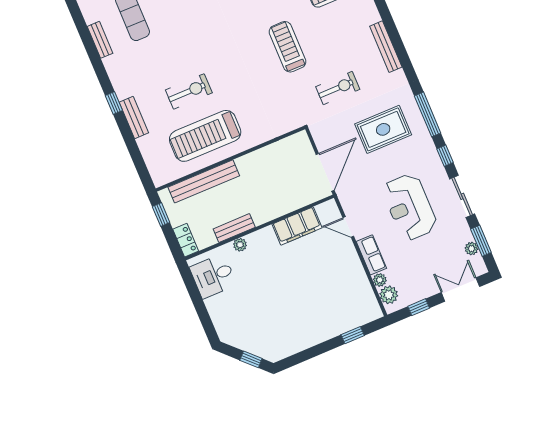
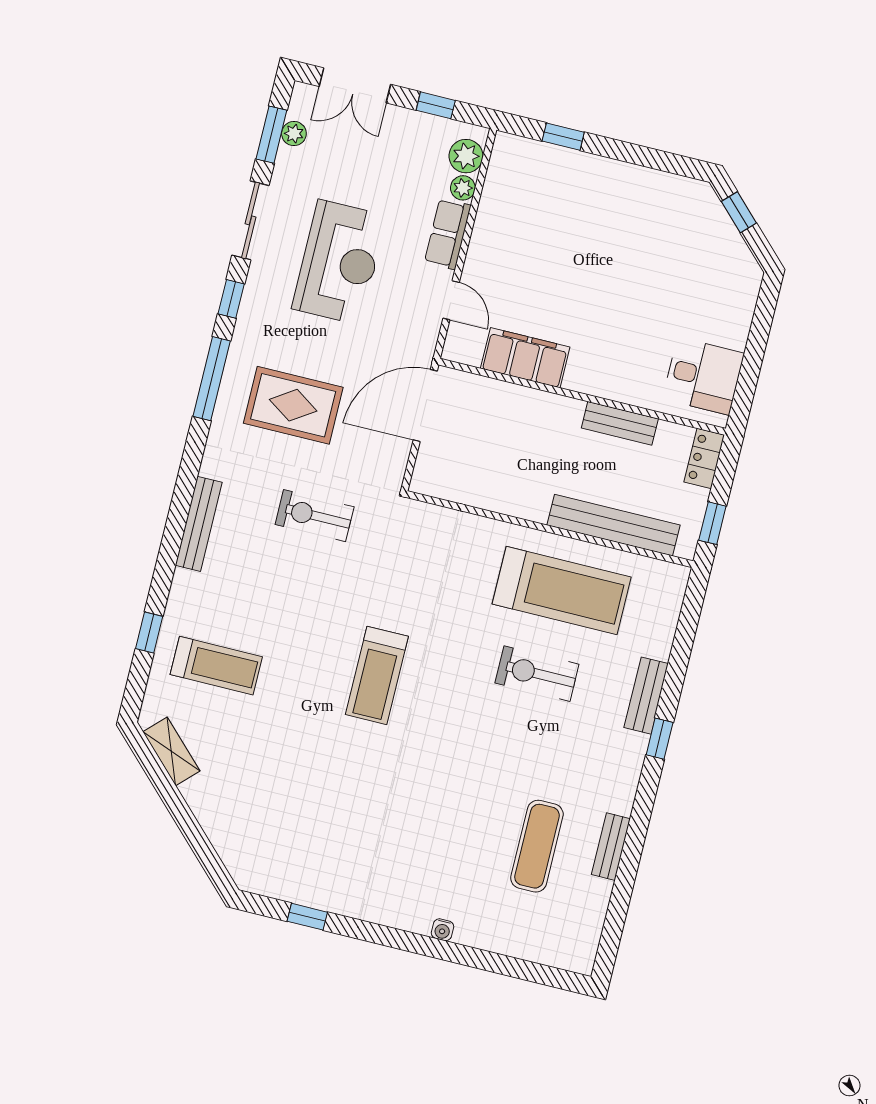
treadmill: (287, 47) -> (377, 675), moved
plant: (240, 245) -> (630, 392), removed

